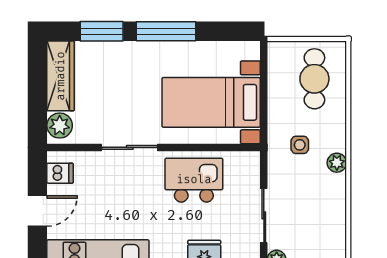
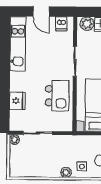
side table: (300, 145) -> (82, 167), moved

